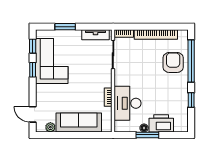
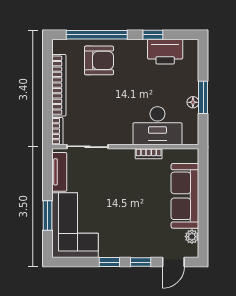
window: (33, 46) -> (141, 262), moved
corner sofa: (52, 61) -> (75, 225), moved, turned 90
armchair: (173, 62) -> (99, 60), turned 180
printer: (161, 123) -> (165, 52), moved, turned -90

